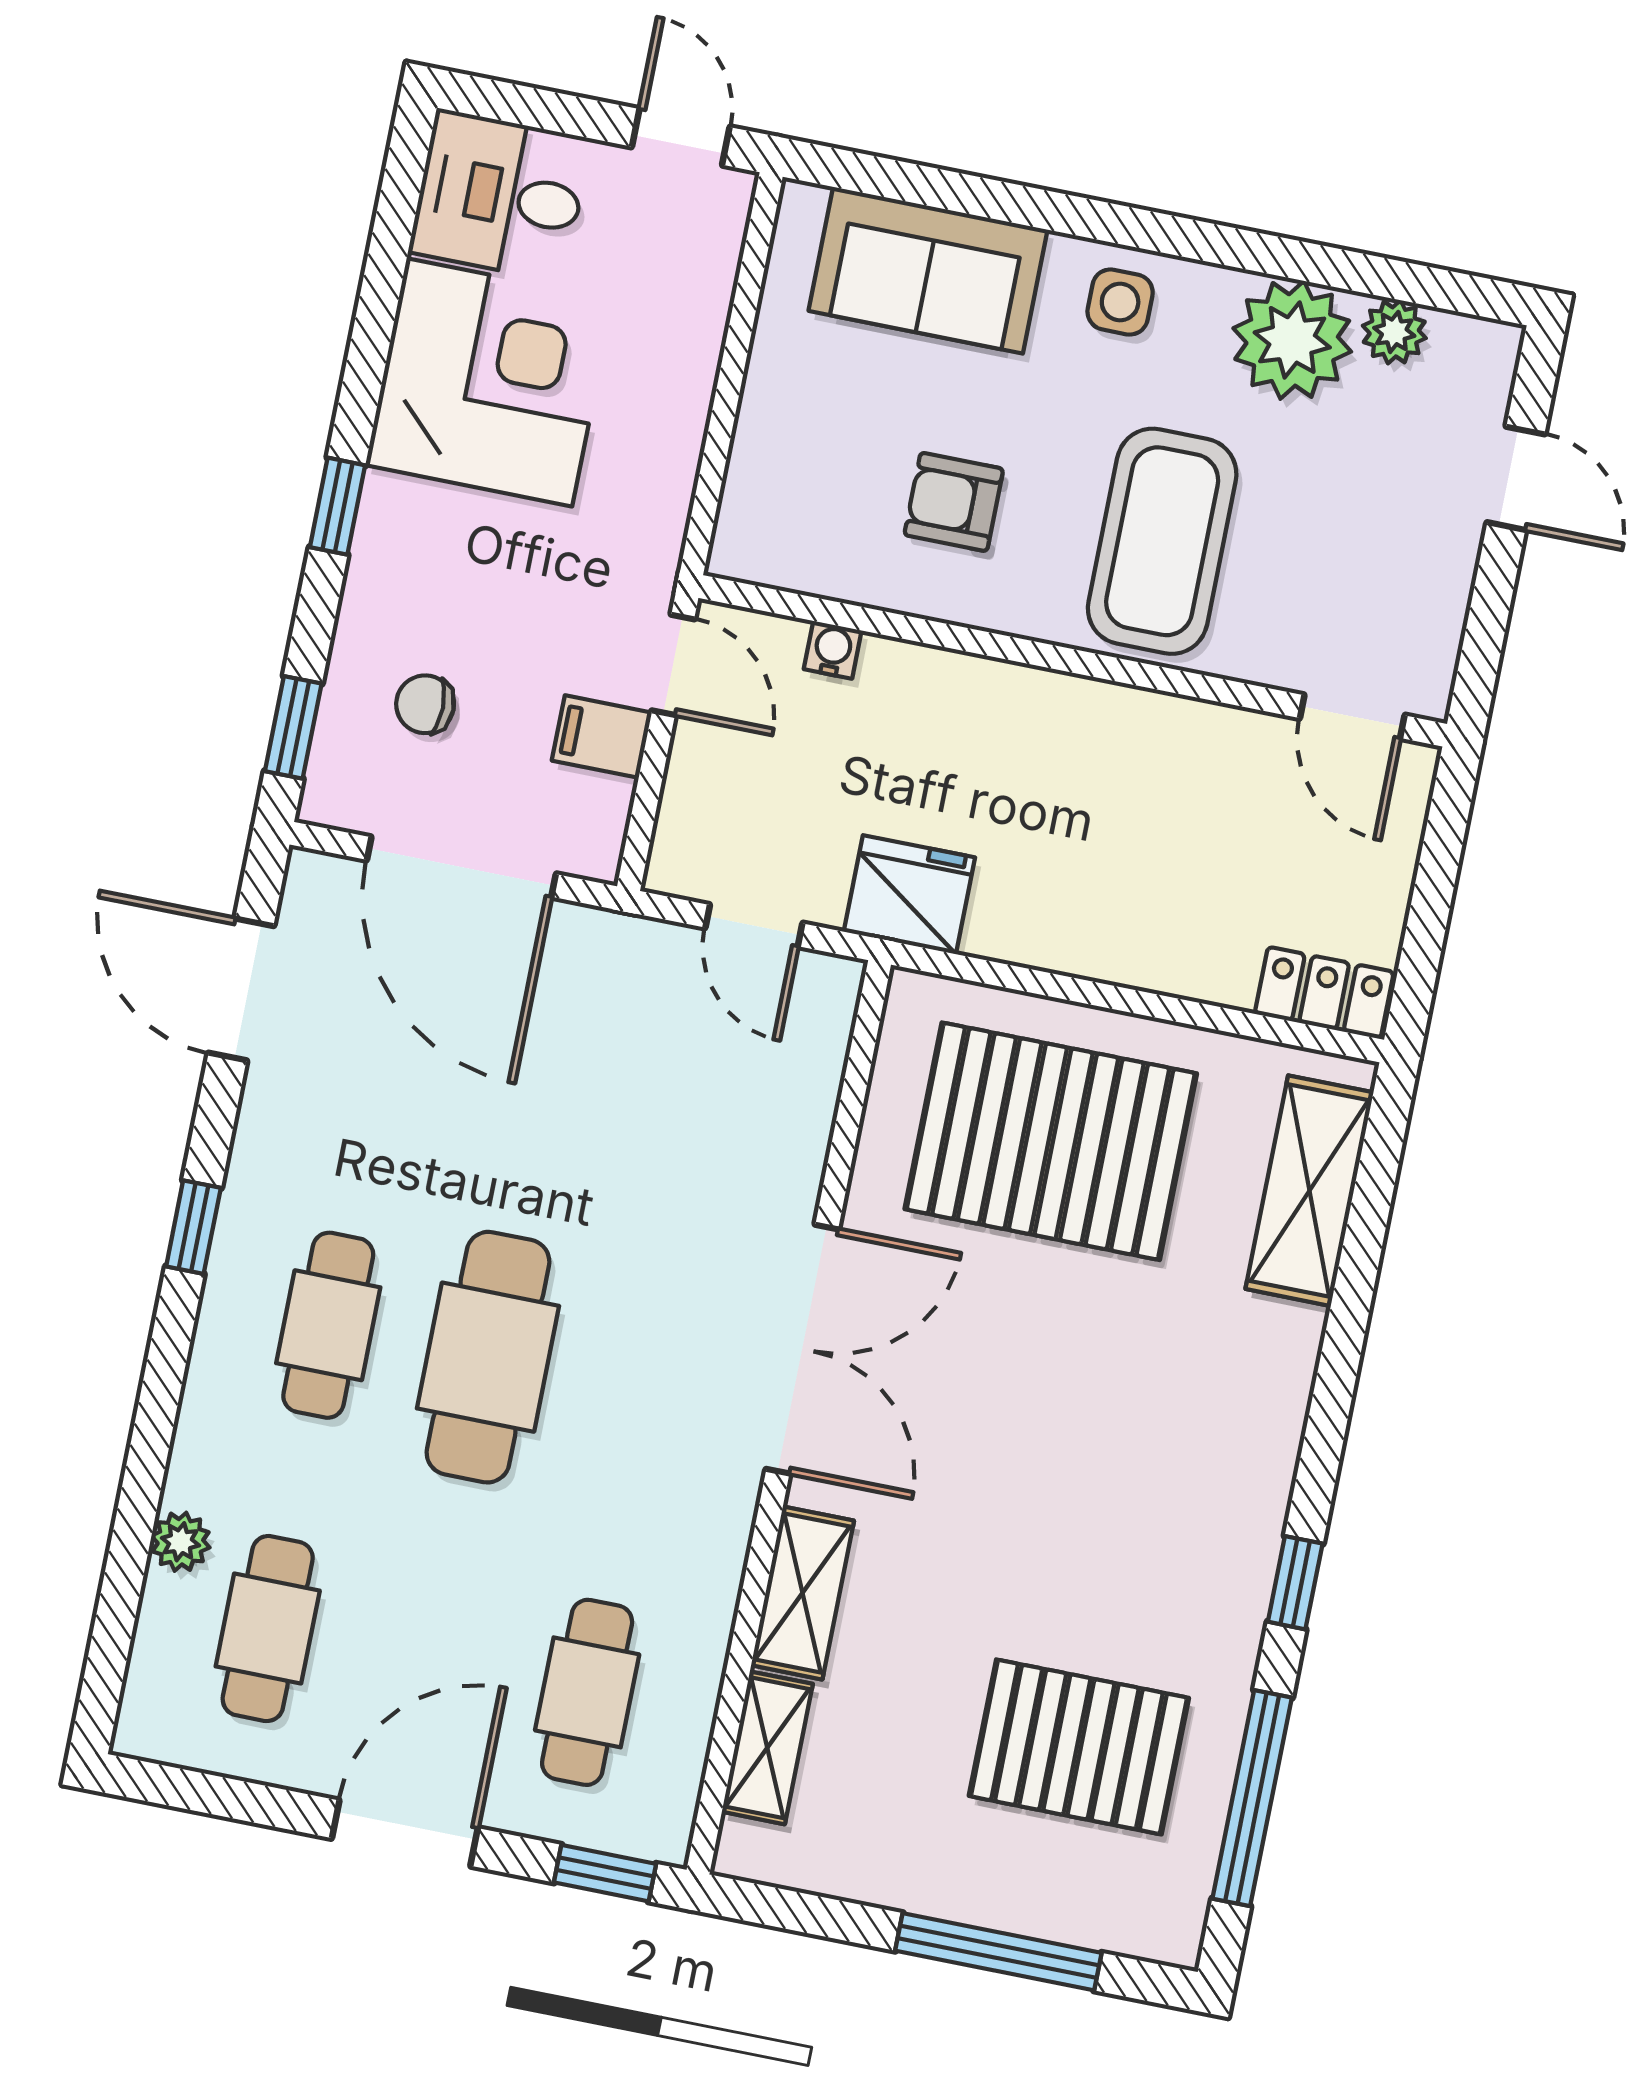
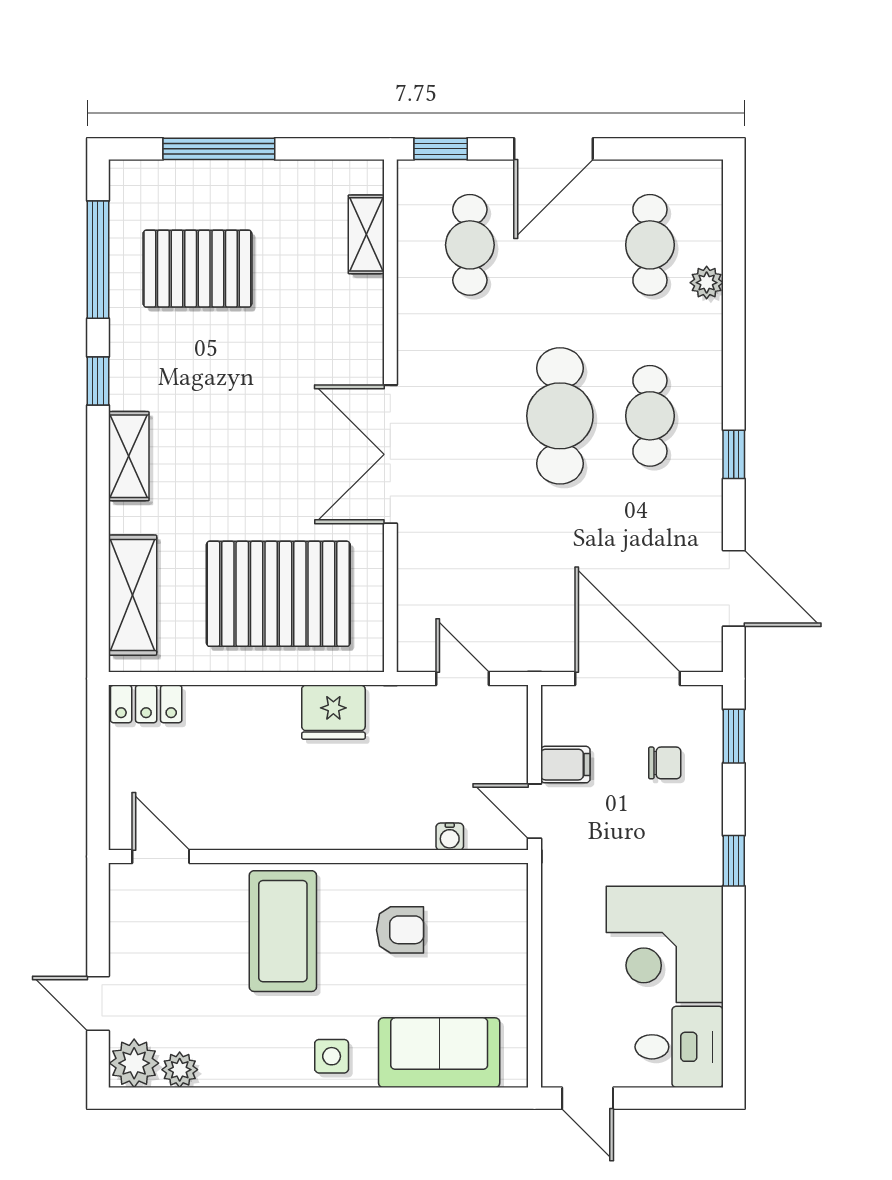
plant: (1292, 340) -> (134, 1063), moved, width x0.73, depth x0.73
fridge: (909, 895) -> (333, 712), moved
shelving: (802, 1593) -> (129, 456), moved

